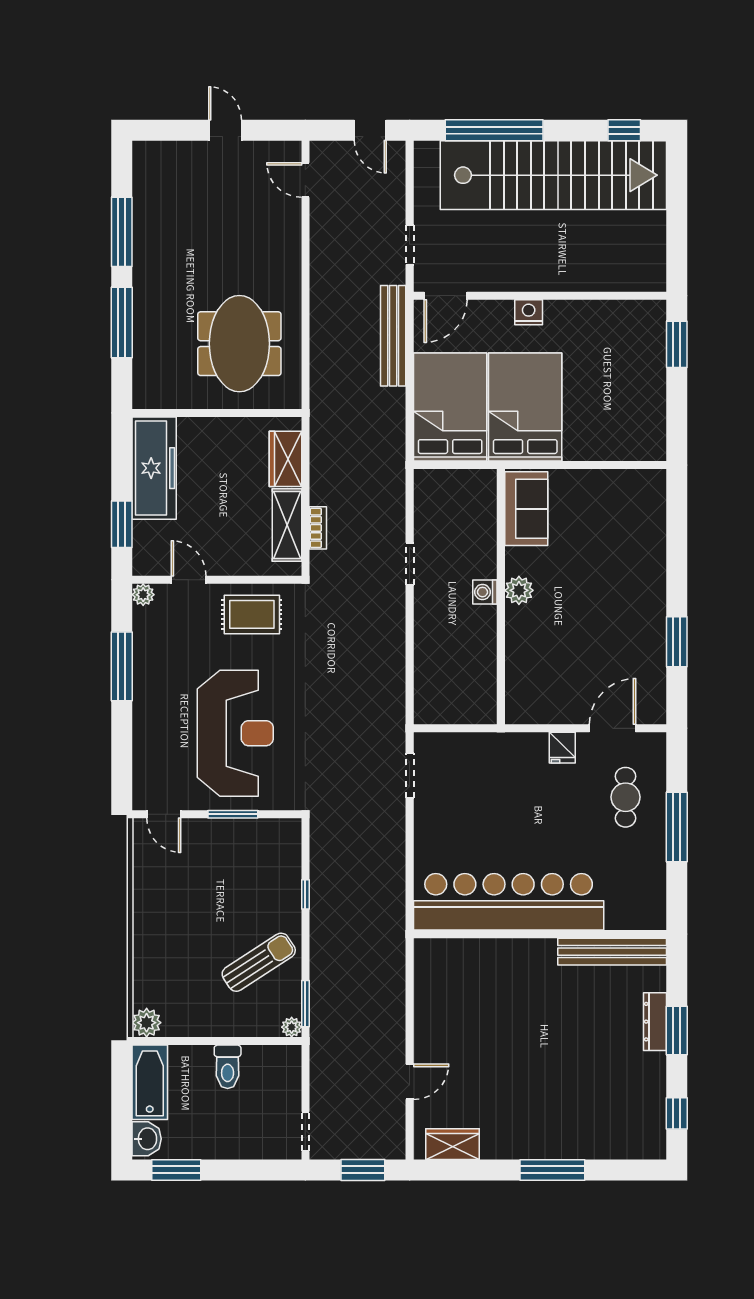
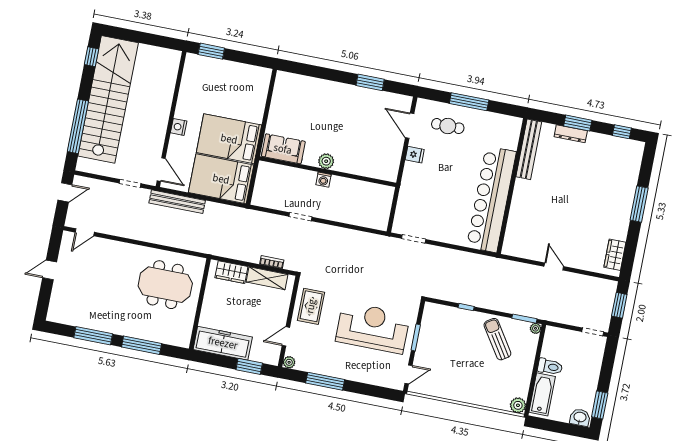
bathtub: (150, 1082) -> (542, 394), moved, turned 90
door: (410, 1082) -> (554, 266), moved

